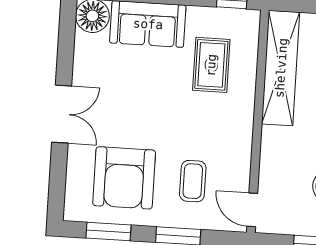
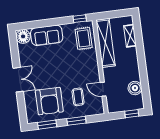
rug: (211, 65) -> (84, 38), moved
door: (252, 210) -> (103, 89), moved

